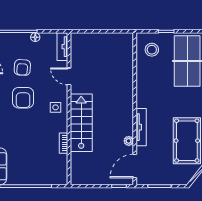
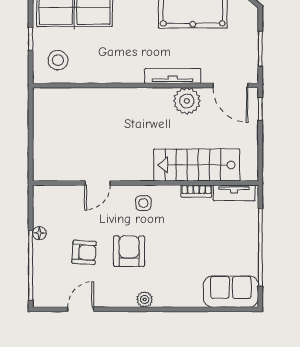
tv unit: (62, 47) -> (234, 193), moved
armchair: (23, 98) -> (129, 251), turned -90
stairs: (81, 123) -> (197, 165), moved
plant: (129, 141) -> (187, 101), width x1.87, depth x1.87

